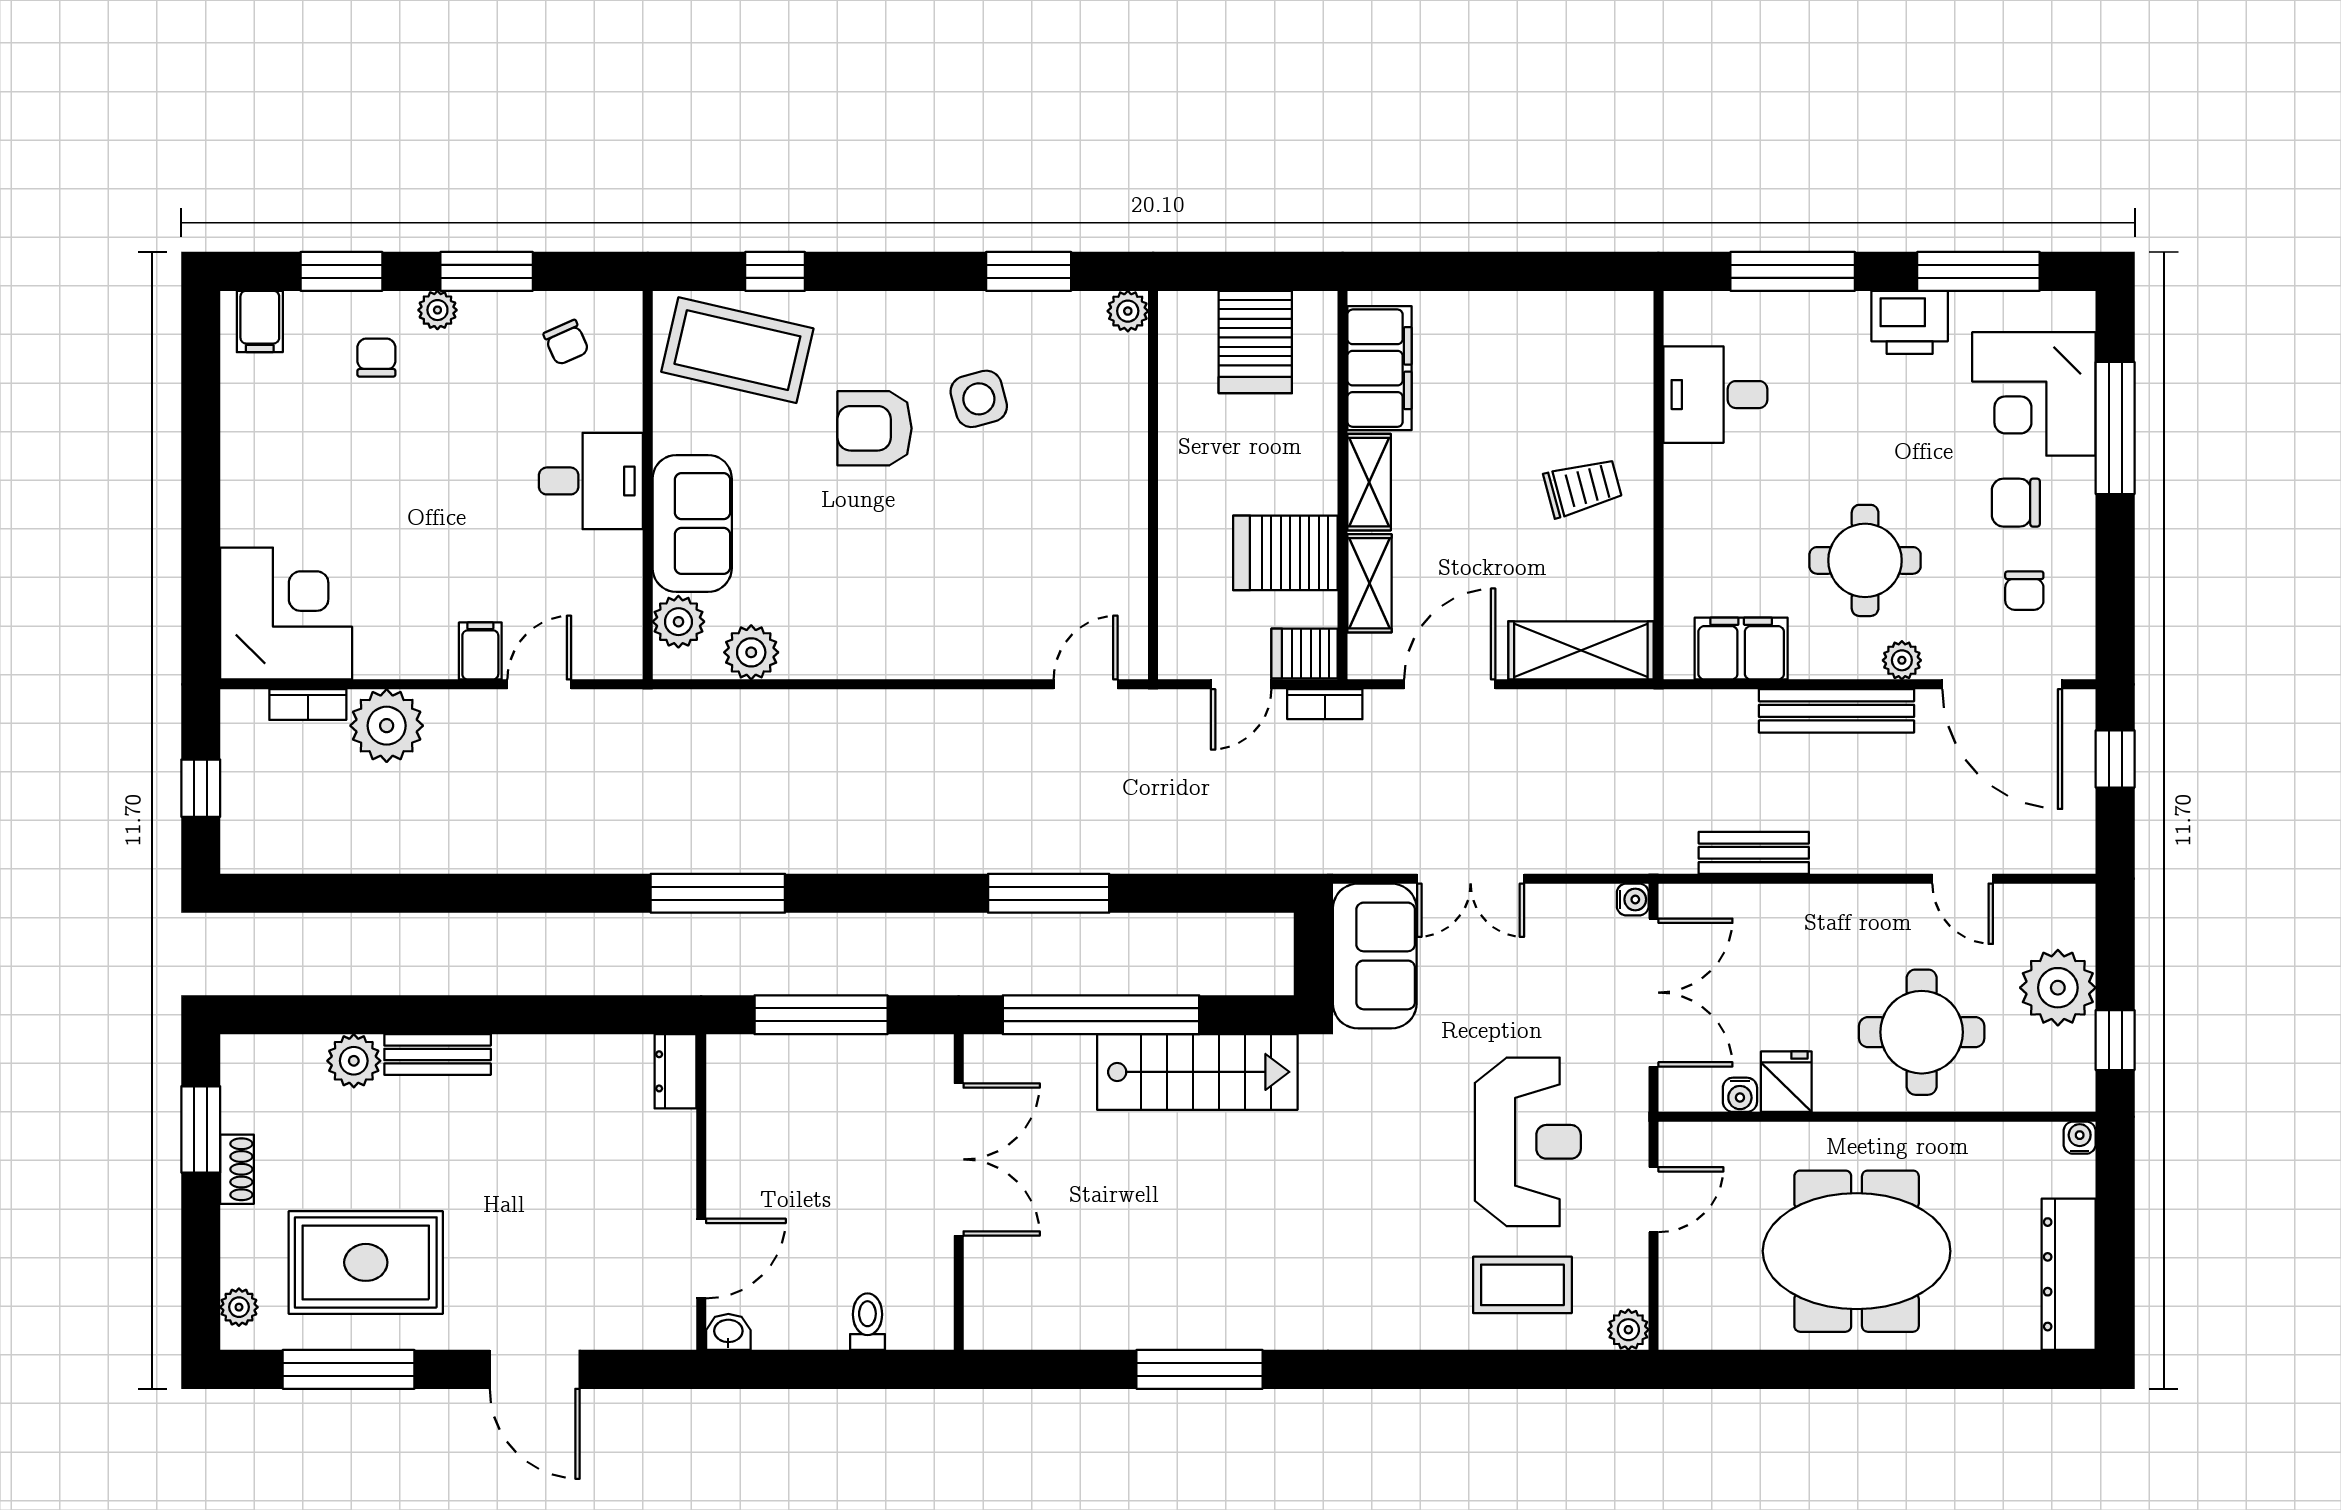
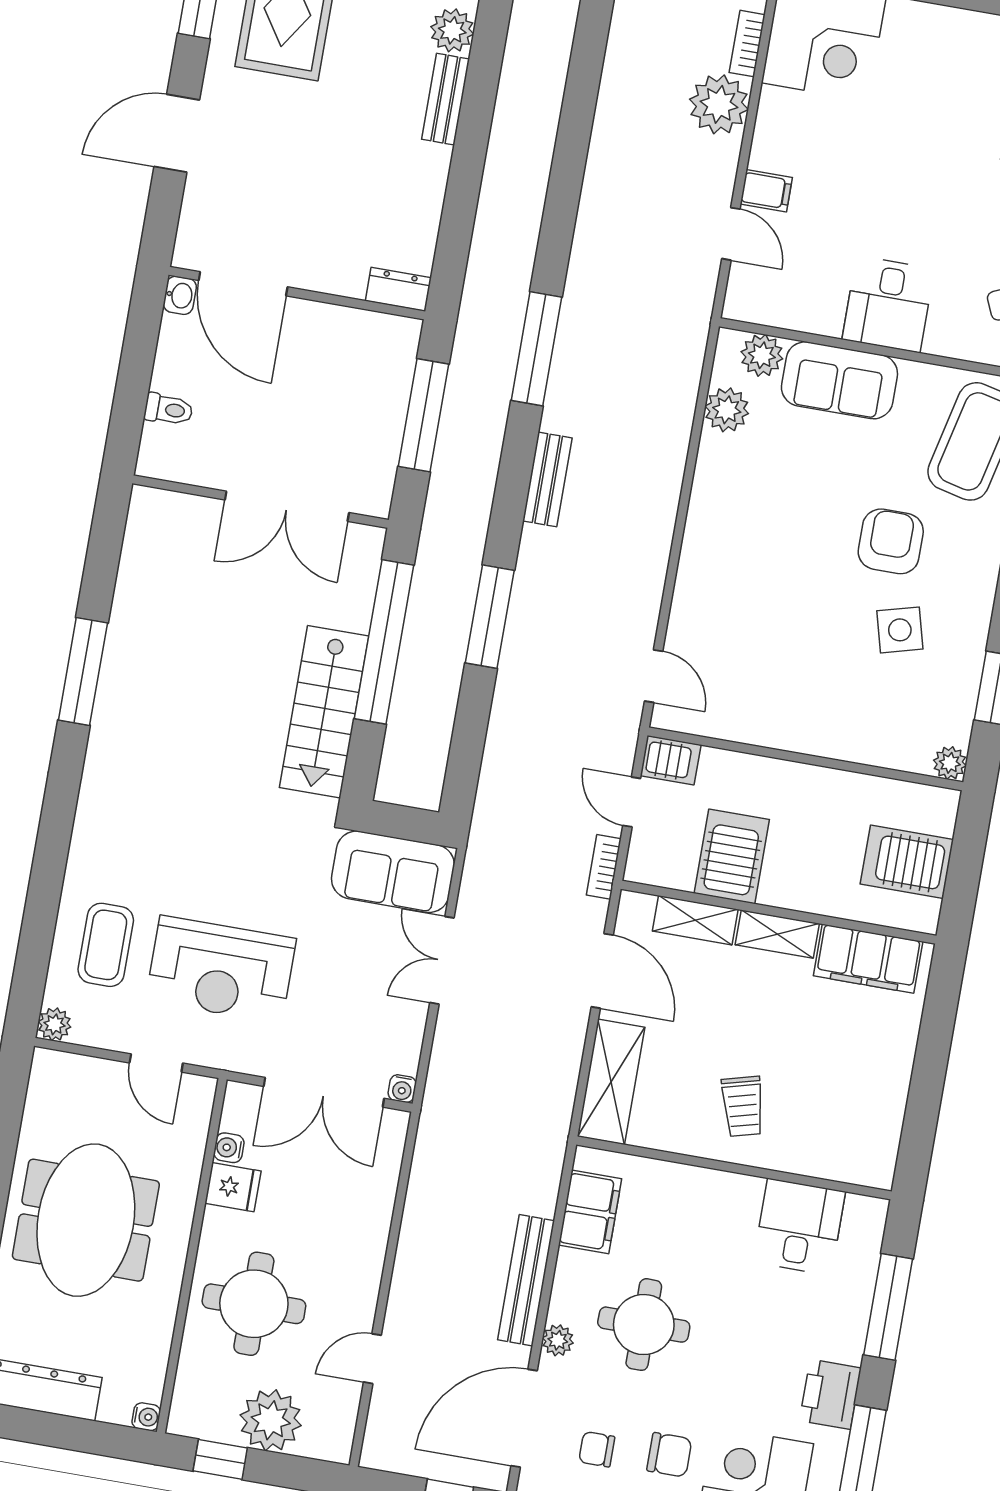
chair: (2016, 503) -> (669, 1455), turned 90
server rack: (1305, 653) -> (671, 760), moved, turned 90
bench: (1754, 853) -> (547, 479), moved
door: (701, 1259) -> (243, 284), width x1.36

